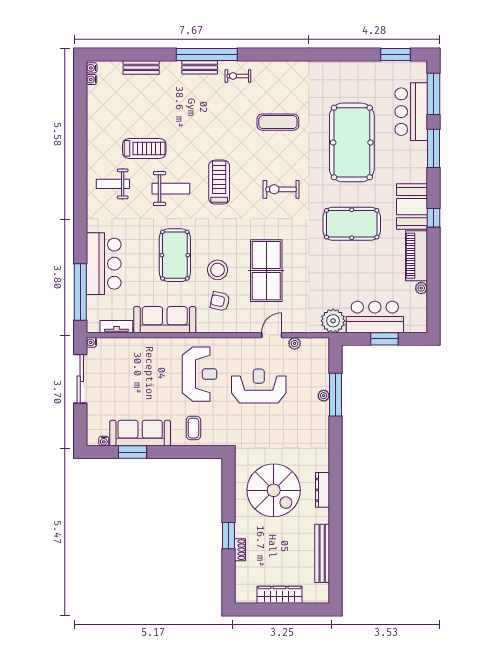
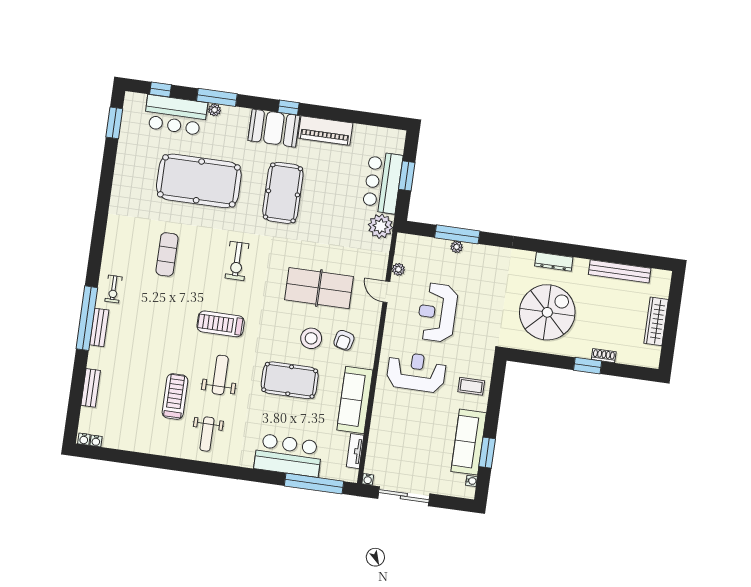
window: (433, 94) -> (160, 89), width x0.46
plant: (421, 288) -> (215, 110), moved

